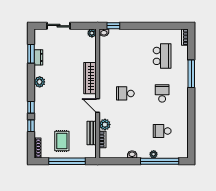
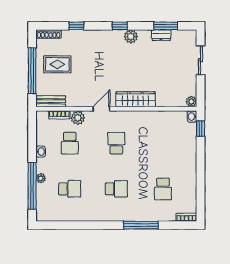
school desk: (162, 56) -> (163, 189), width x0.54
window: (31, 107) -> (120, 26), moved
school desk: (125, 131) -> (70, 143), added
school desk: (162, 131) -> (70, 189), turned 90
bench: (92, 133) -> (51, 101), moved

